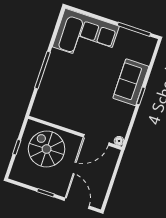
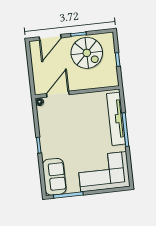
sofa: (131, 82) -> (54, 177), moved
tv unit: (47, 86) -> (116, 119), added
spiral stairs: (47, 149) -> (87, 53), moved
door: (77, 203) -> (50, 37), hinge flipped

